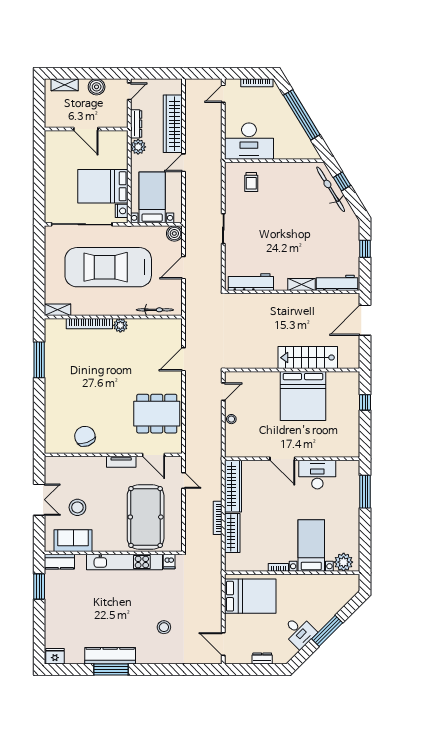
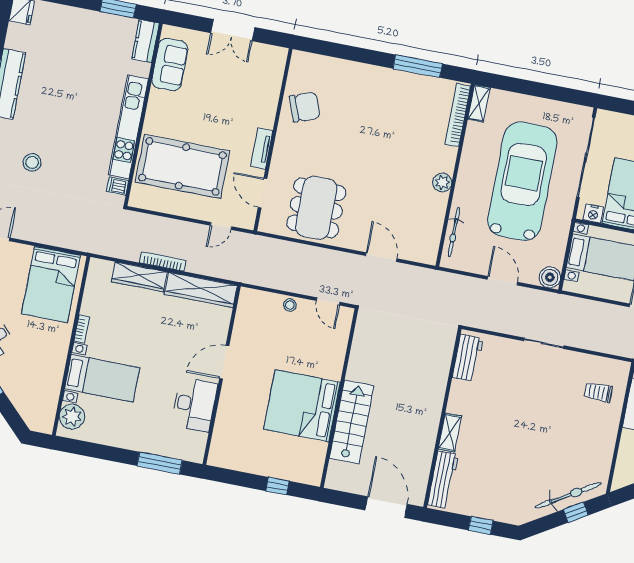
workbench: (251, 282) -> (468, 358), width x0.73
bookcase: (89, 324) -> (458, 115), moved
door: (154, 455) -> (263, 193), hinge flipped
stool: (77, 507) -> (213, 79), removed

